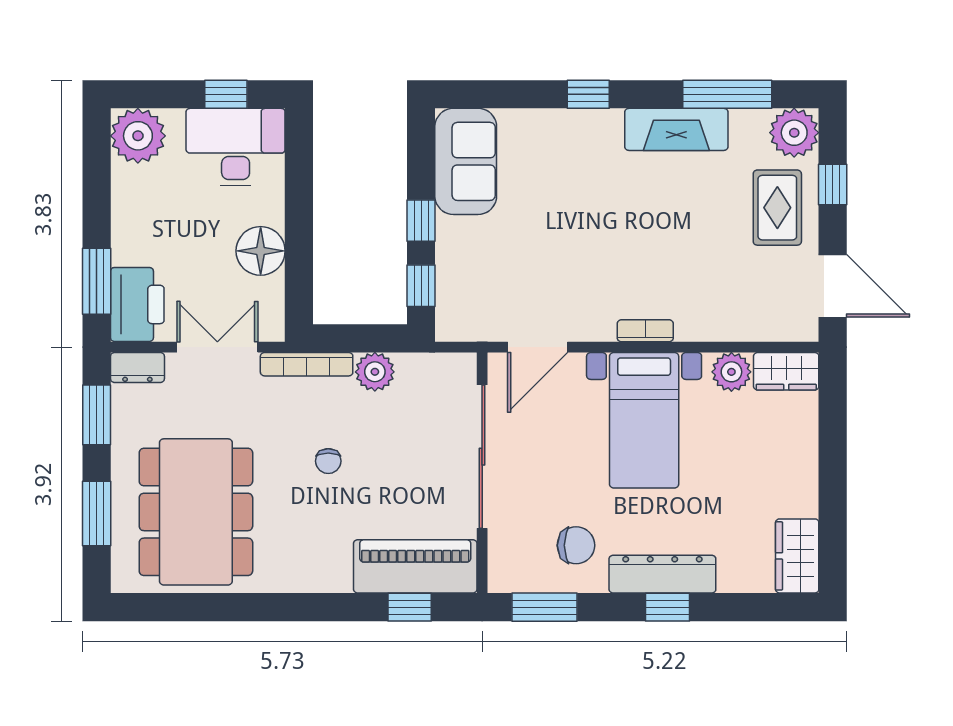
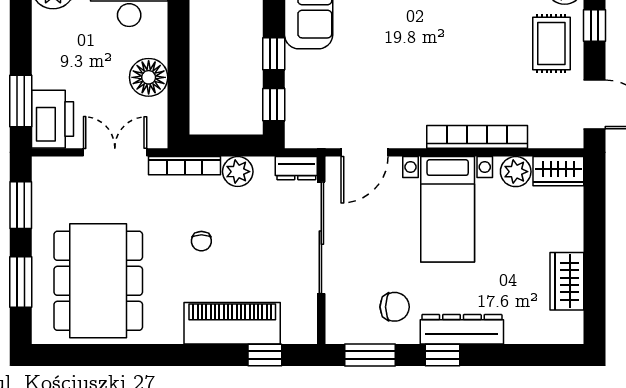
bookcase: (645, 331) -> (477, 137), width x2.31, depth x1.31
dresser: (137, 368) -> (296, 168), moved
wardrobe: (797, 556) -> (567, 281), moved
piano: (415, 566) -> (232, 323), moved
window: (667, 607) -> (443, 355), moved

